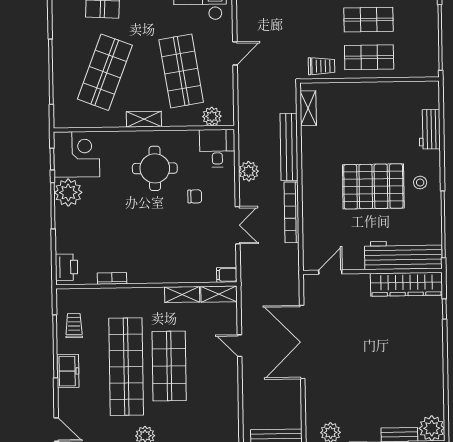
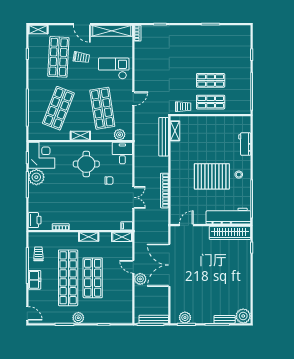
bench: (289, 147) -> (164, 137), moved
plant: (249, 171) -> (140, 279), moved
shelving: (182, 294) -> (89, 237), moved

